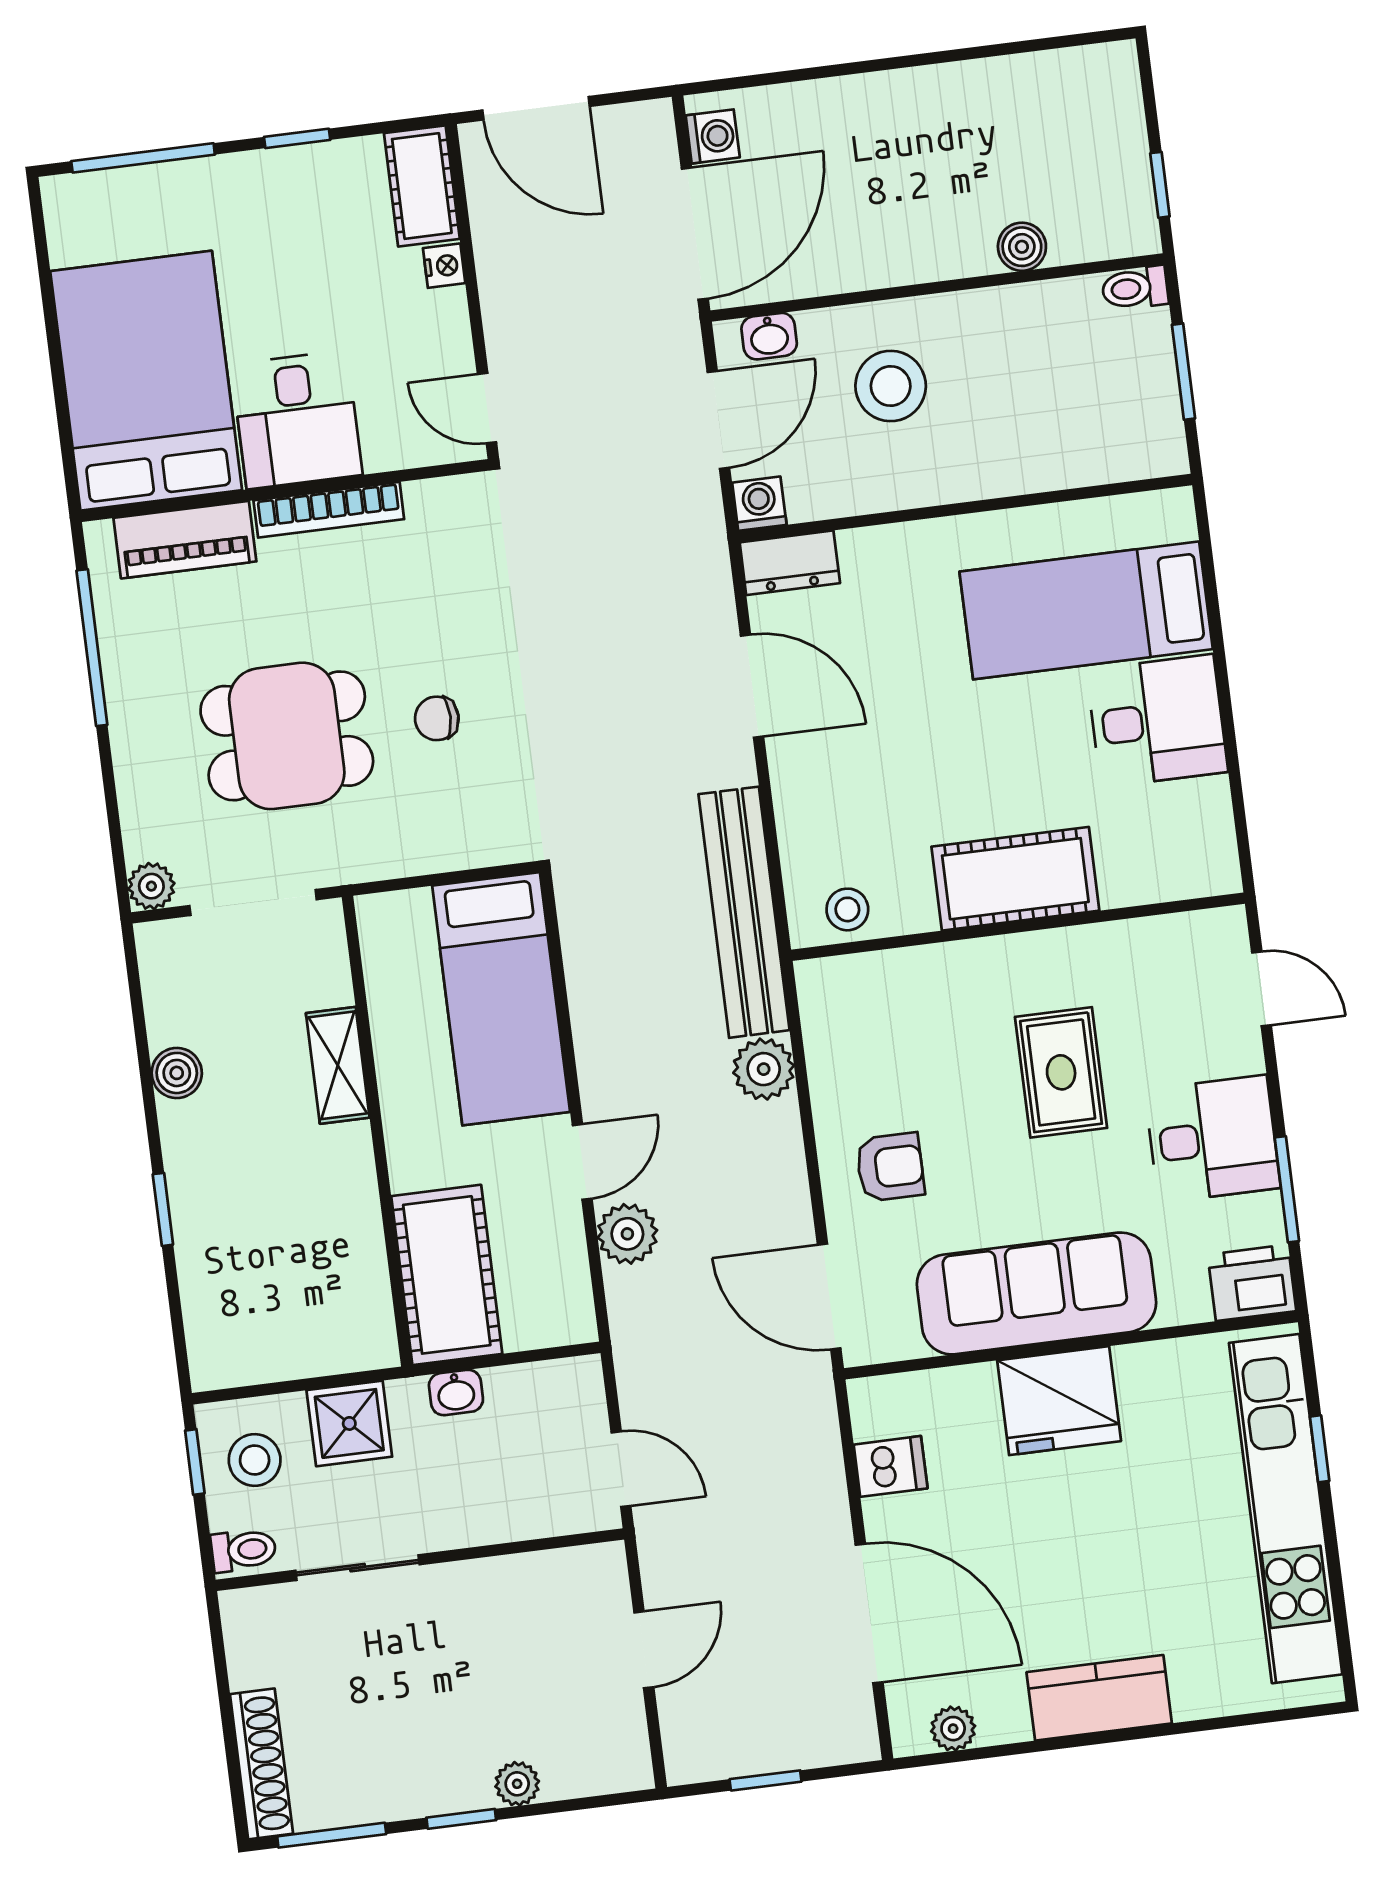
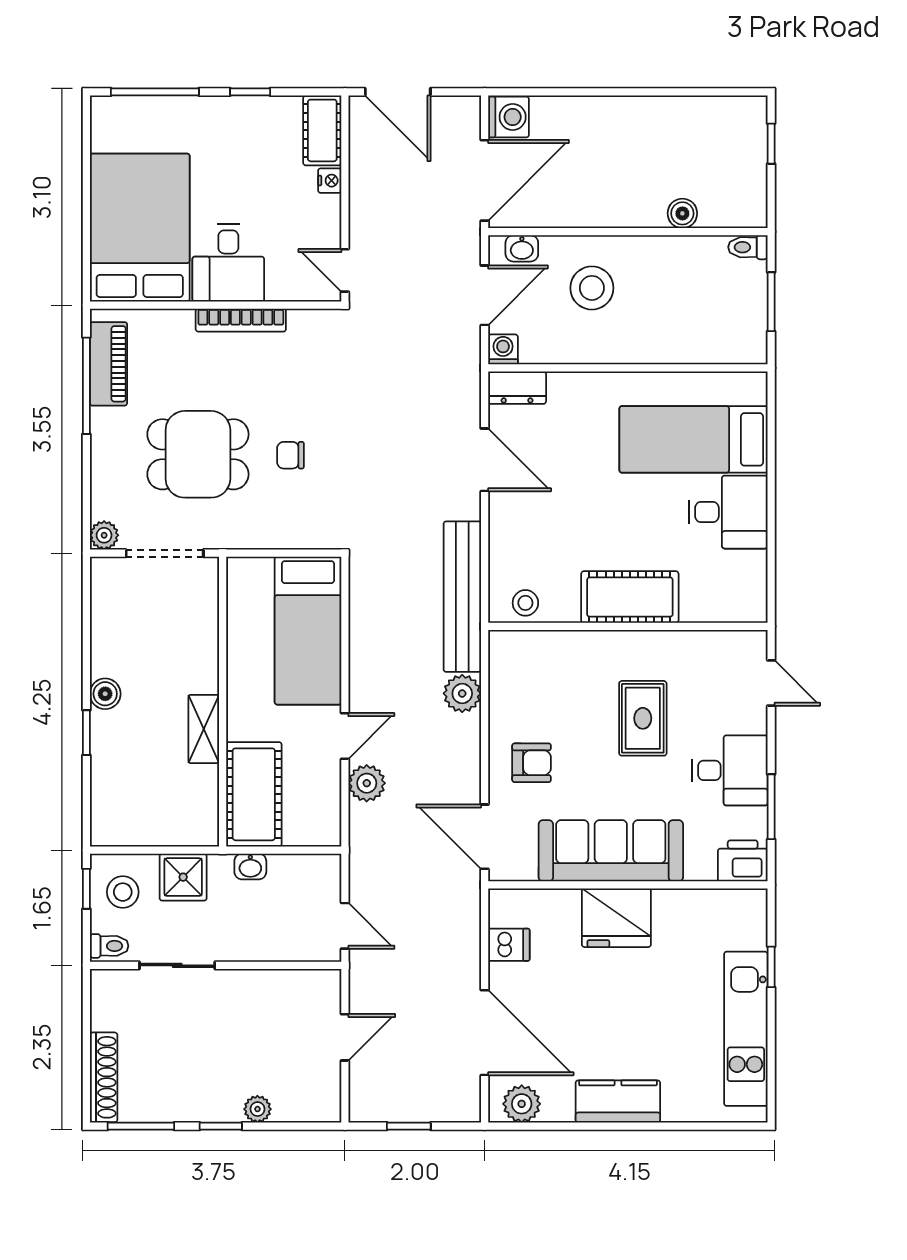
washing machine: (713, 136) -> (509, 117), width x1.38, depth x1.38
window: (1160, 185) -> (771, 144), moved
piano: (185, 540) -> (108, 364), moved, turned -90
shelving: (338, 1065) -> (204, 729), moved
boiler: (177, 1073) -> (105, 694), moved
kitchen unit: (1286, 1509) -> (746, 1029), width x0.73
plant: (953, 1729) -> (522, 1104), width x1.38, depth x1.38

